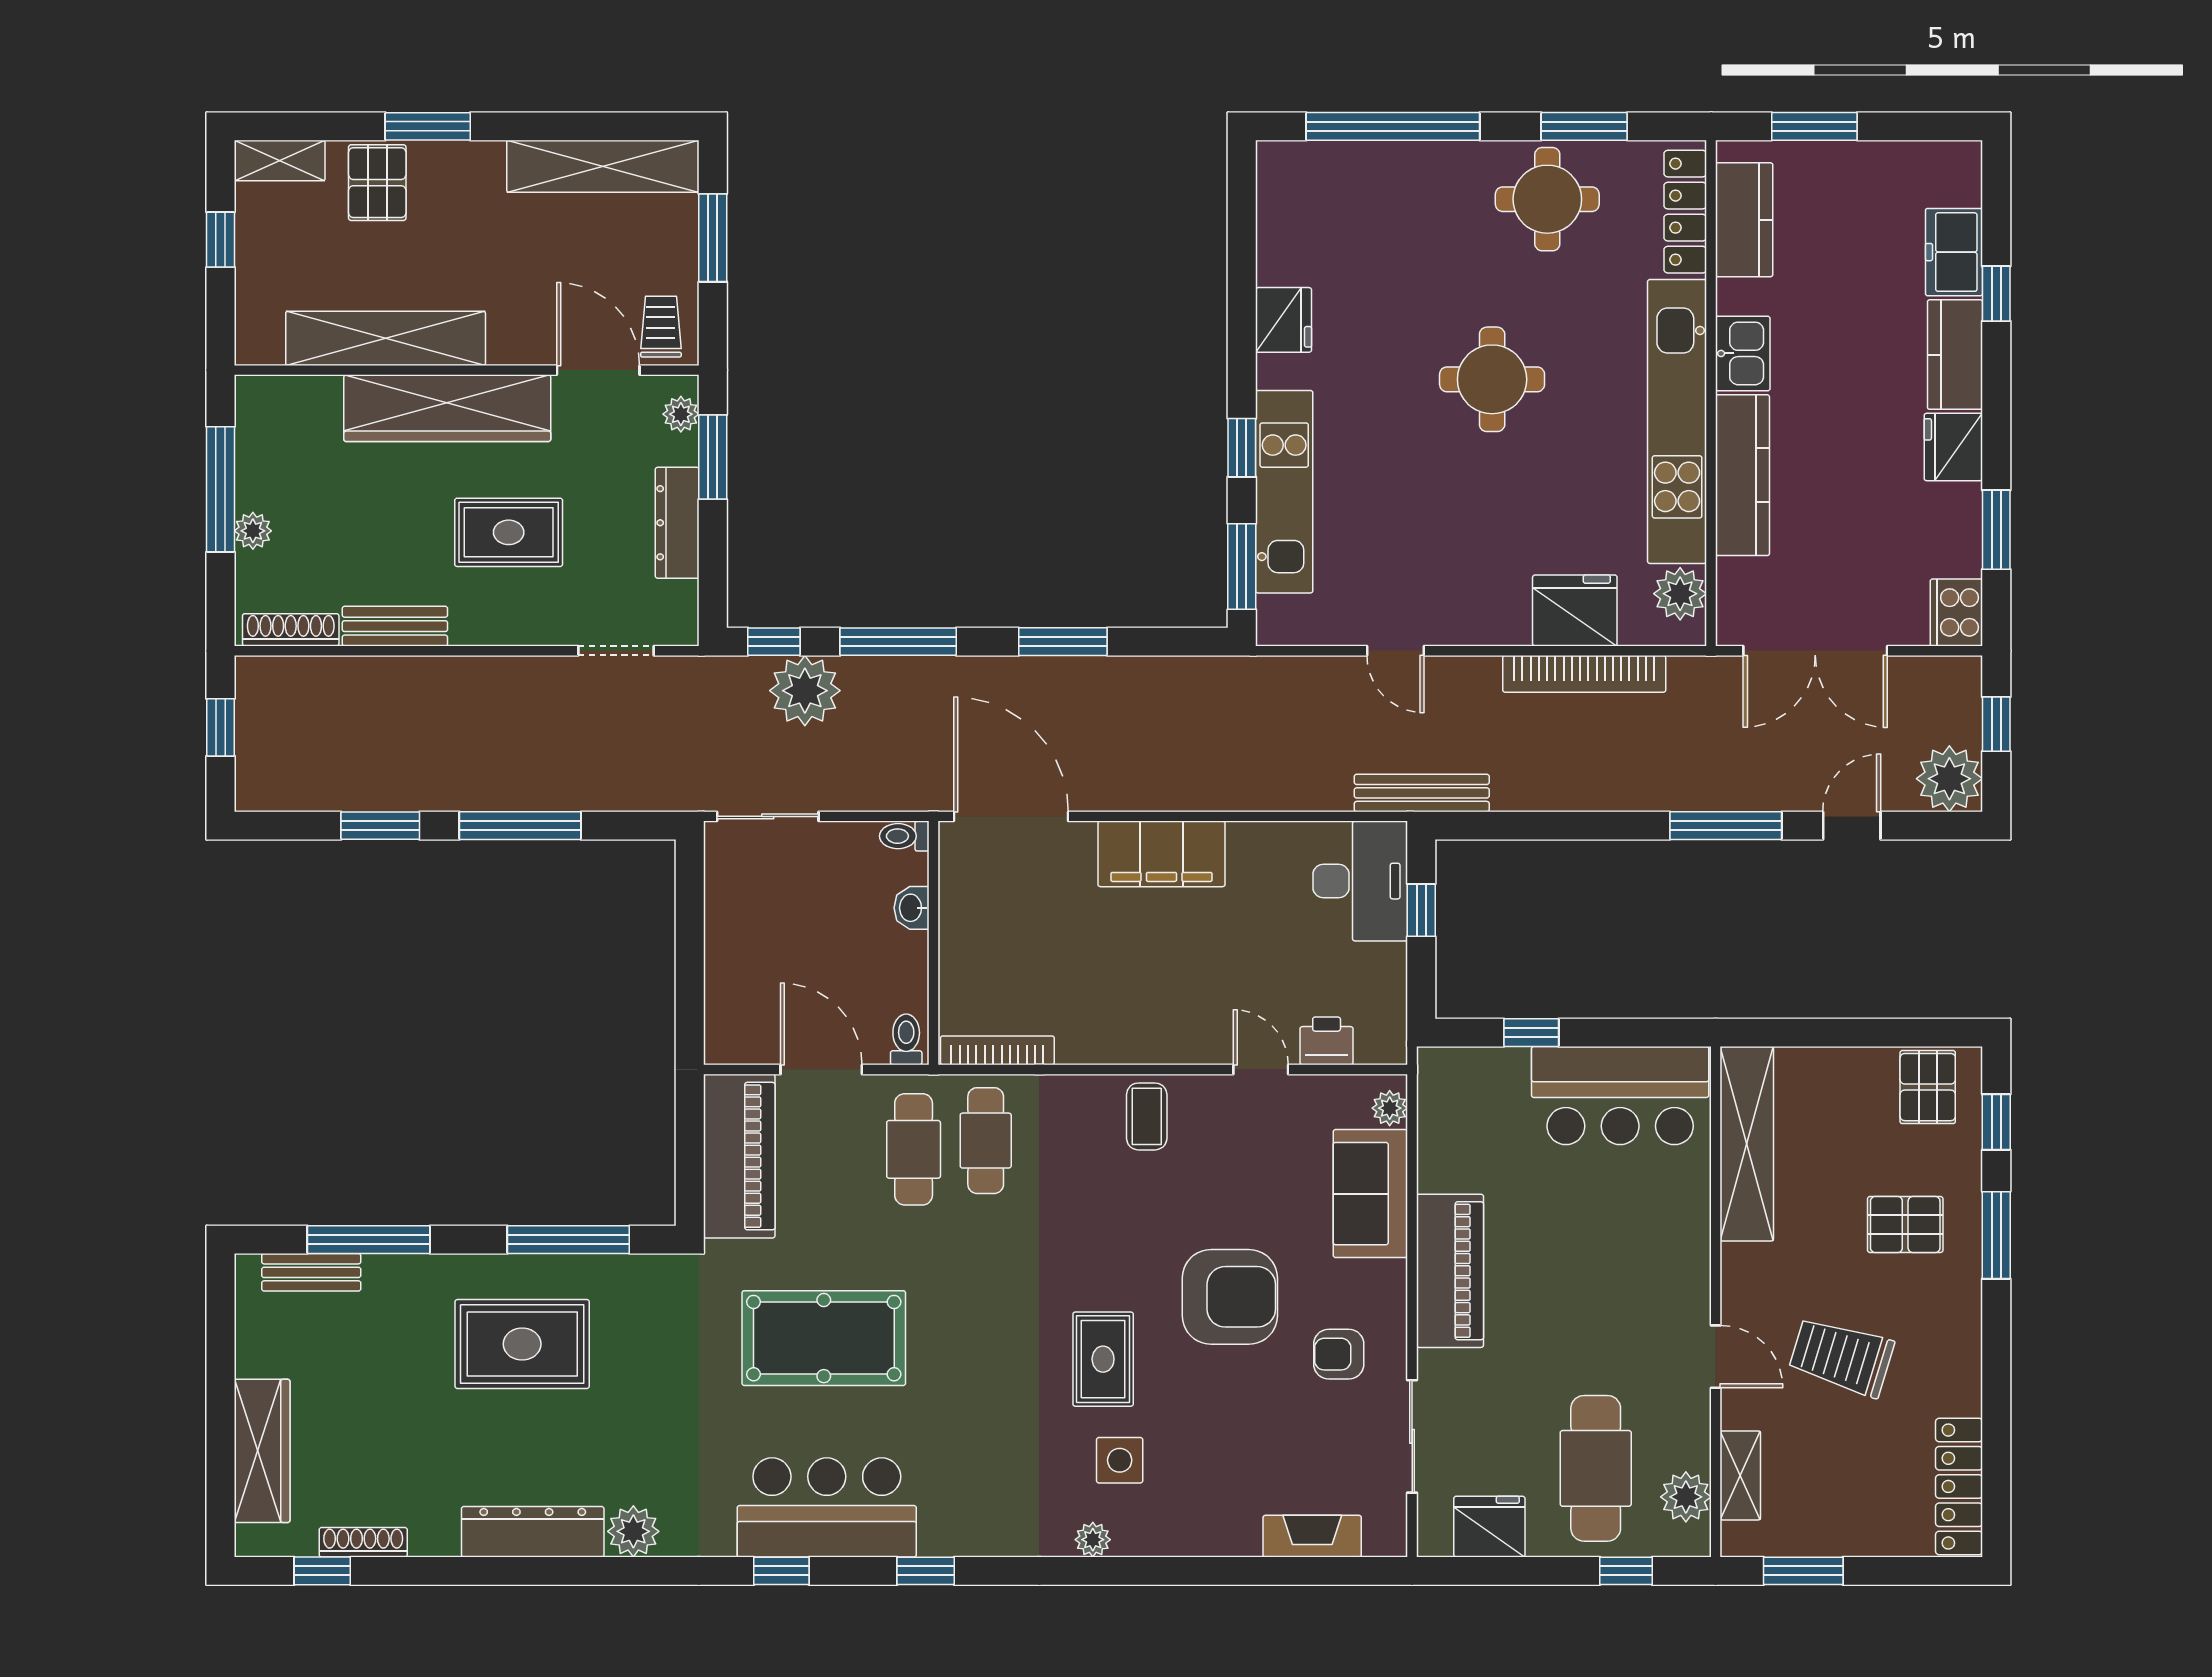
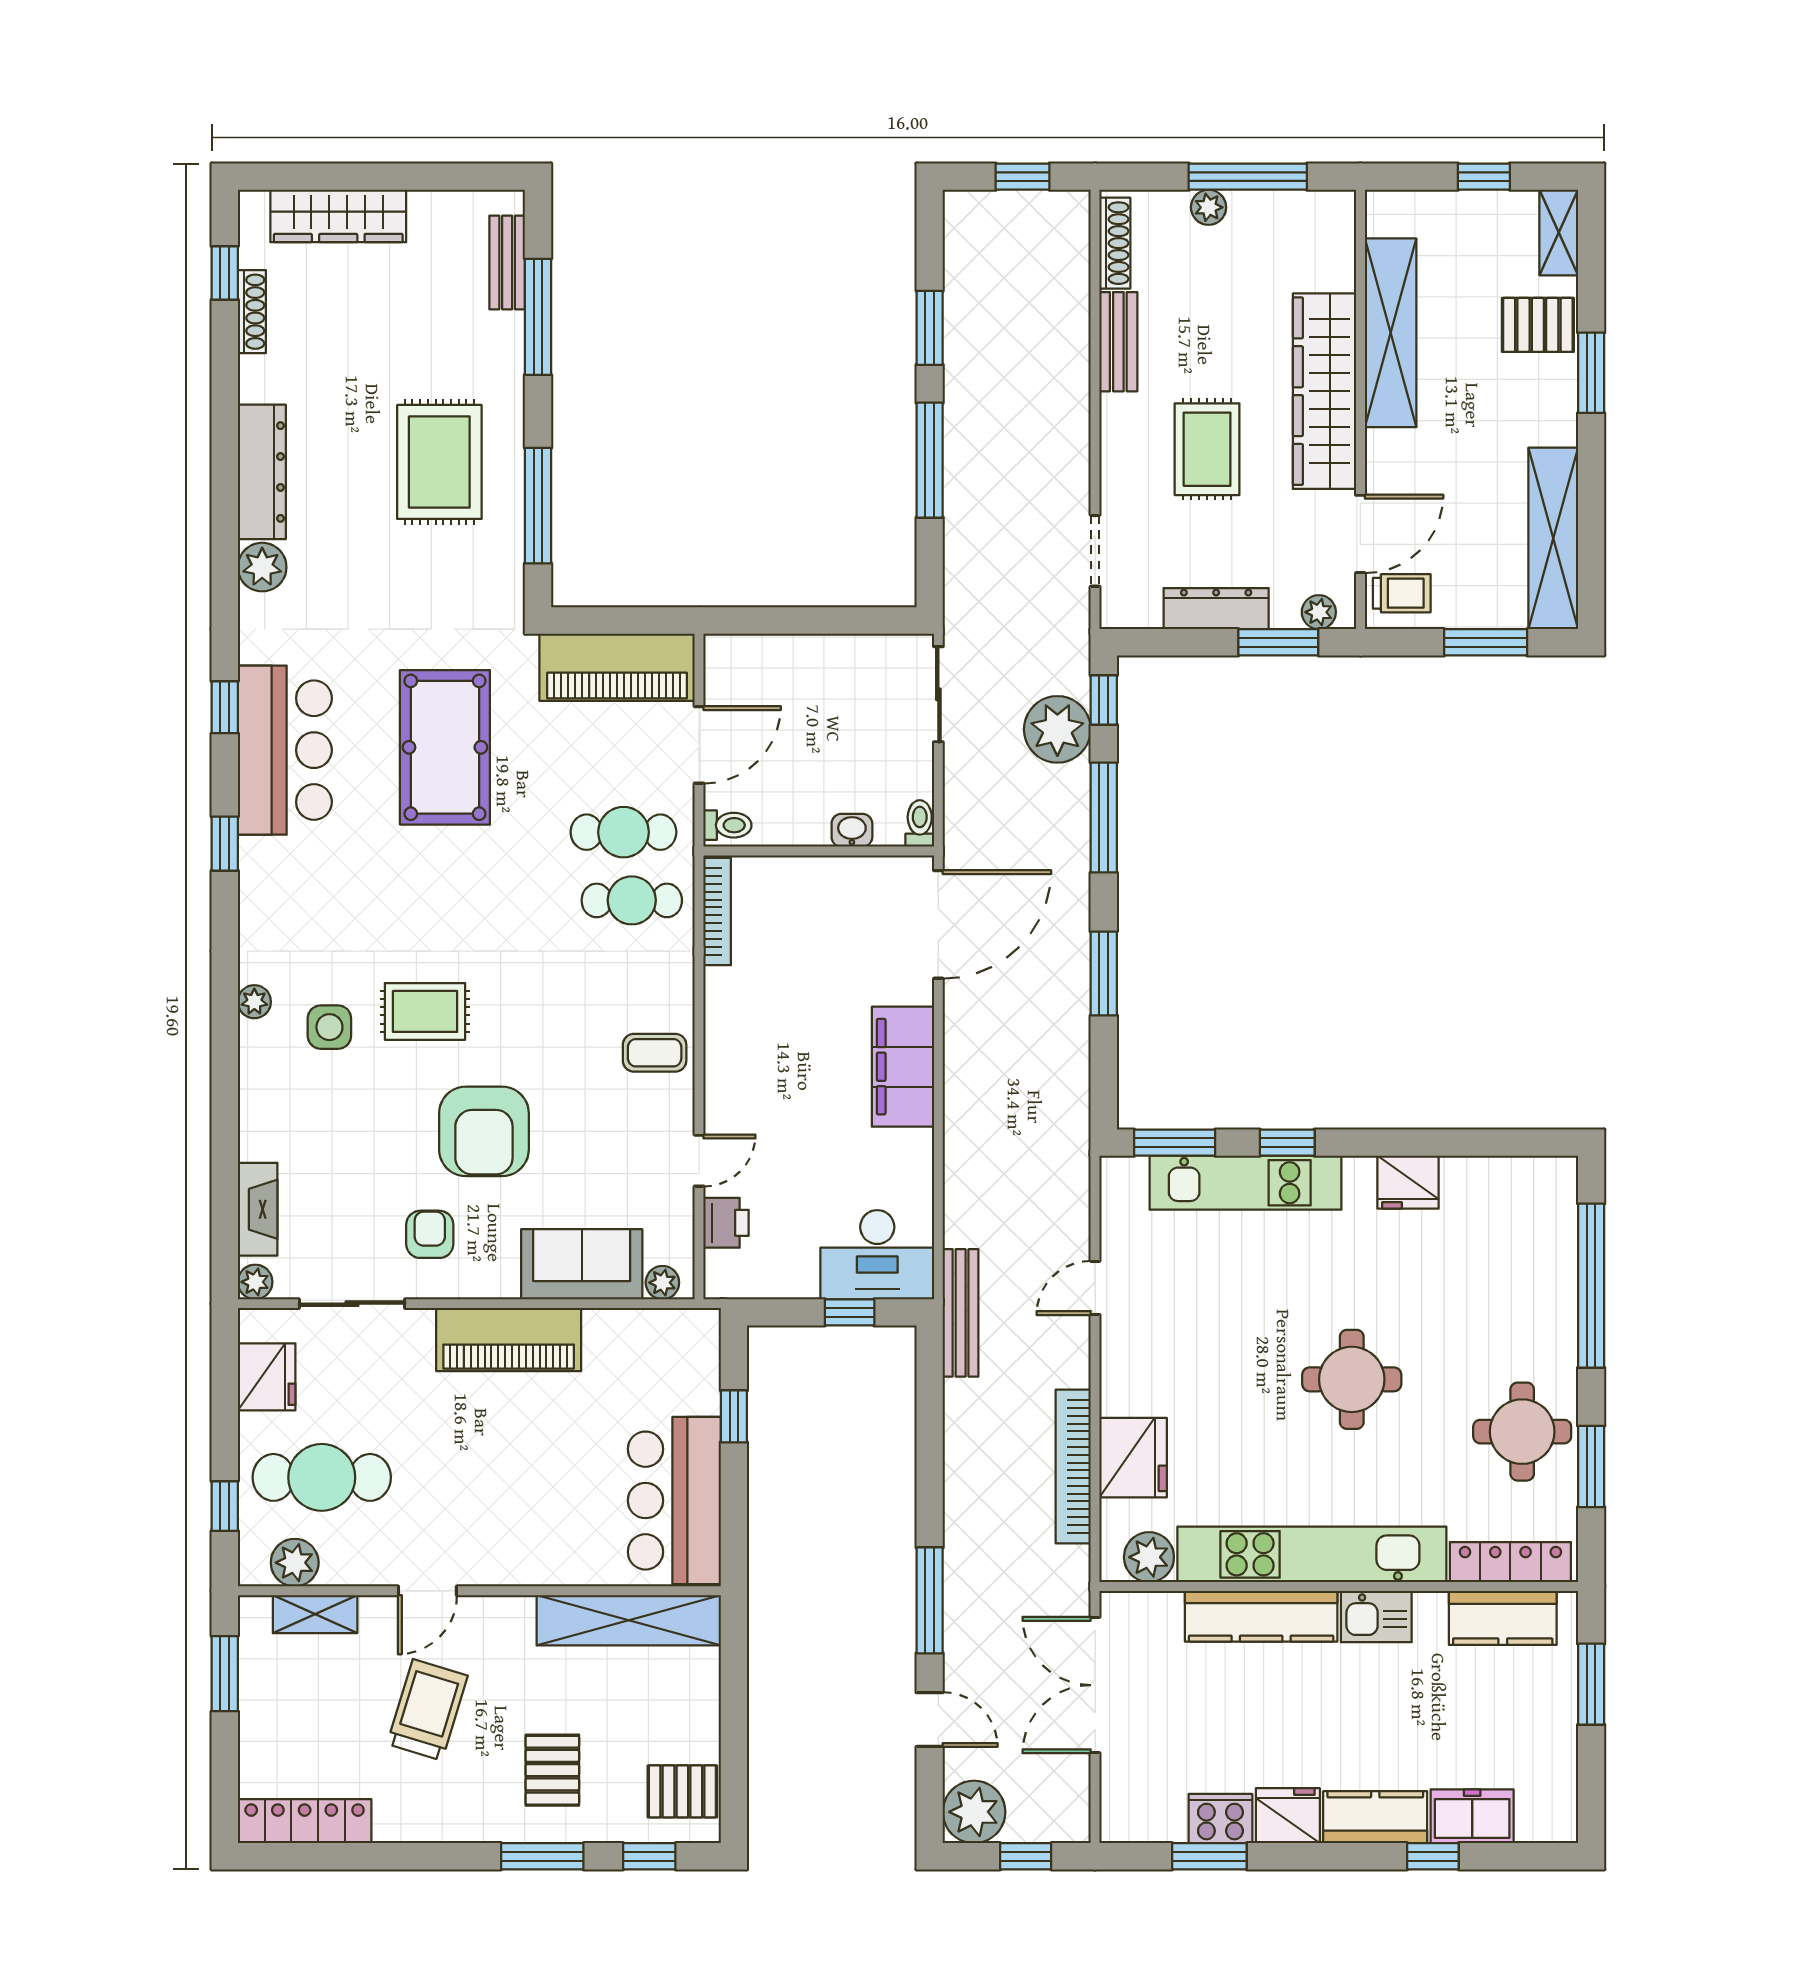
cooker: (1956, 612) -> (1220, 1819), moved
plant: (1389, 1539) -> (255, 1282), added

